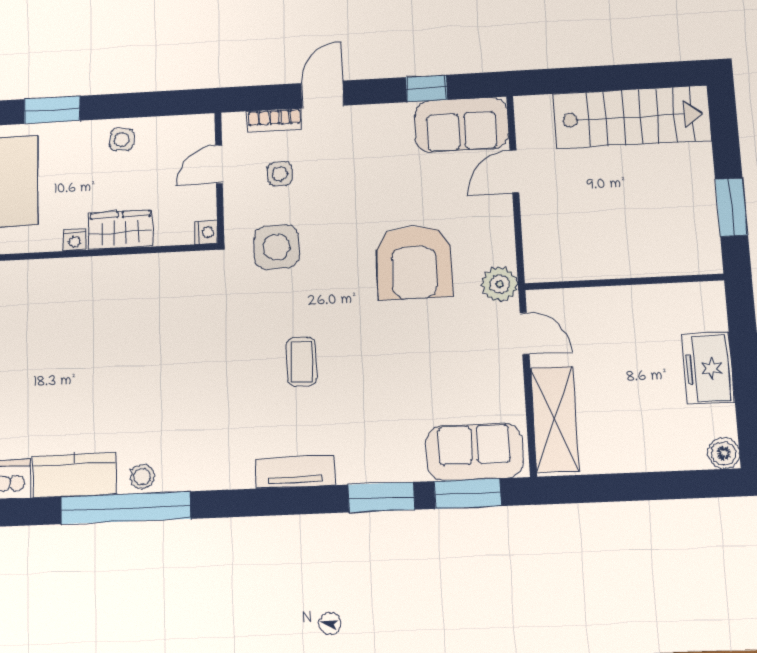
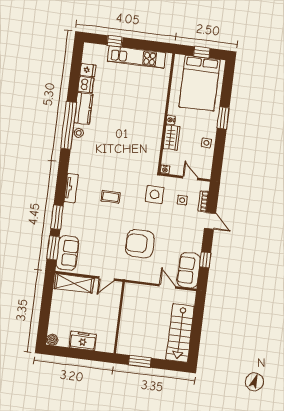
plant: (500, 284) -> (126, 273), removed

